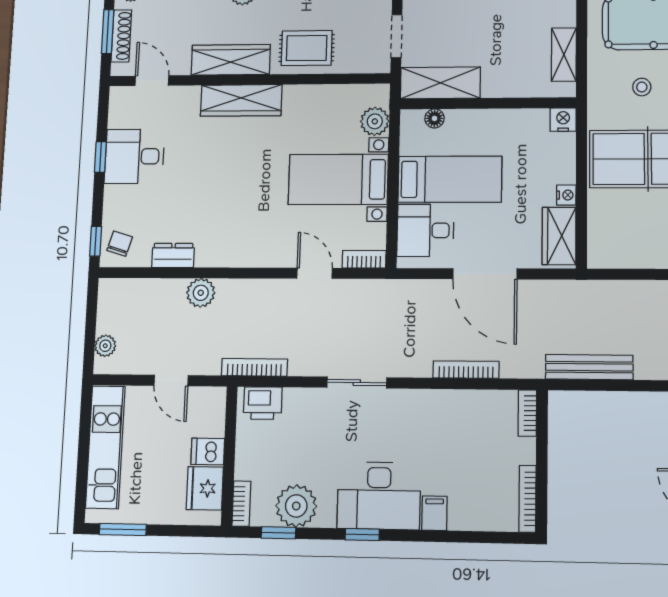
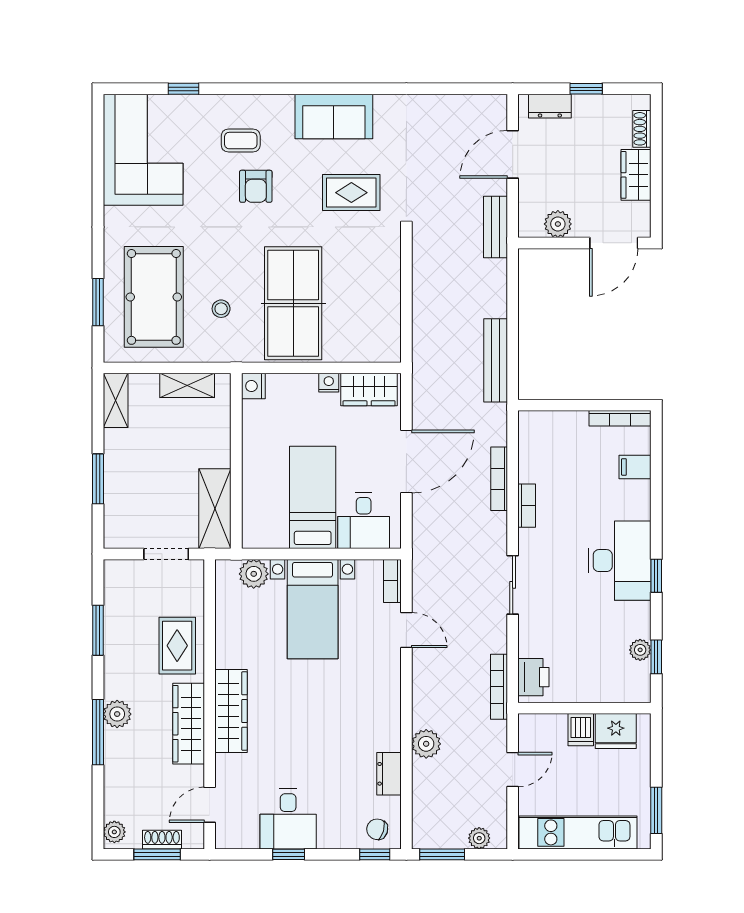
shoe rack: (121, 36) -> (162, 840), width x0.70
floor lamp: (434, 118) -> (251, 514), removed
door: (315, 273) -> (406, 630), swing flipped
window: (92, 308) -> (442, 854), added
bookcase: (527, 413) -> (527, 506), moved, turned -90
bookcase: (241, 504) -> (630, 694), removed
plant: (296, 506) -> (640, 650), width x0.53, depth x0.53
filing cabinet: (434, 513) -> (635, 467), moved

